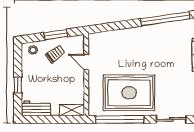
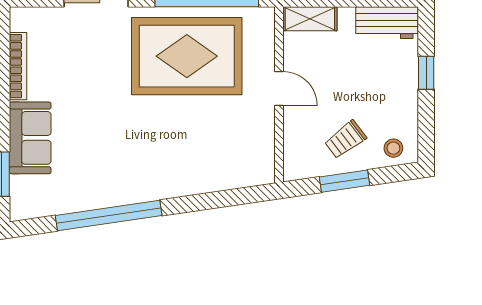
door: (86, 62) -> (279, 89), moved

